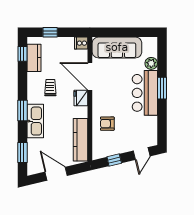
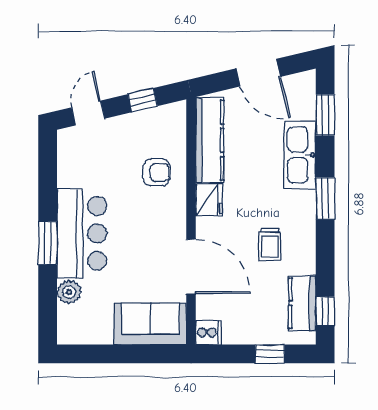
sofa: (117, 47) -> (150, 324), width x0.73
fridge: (81, 98) -> (209, 200), moved
kitchen sink: (35, 121) -> (300, 155), moved

